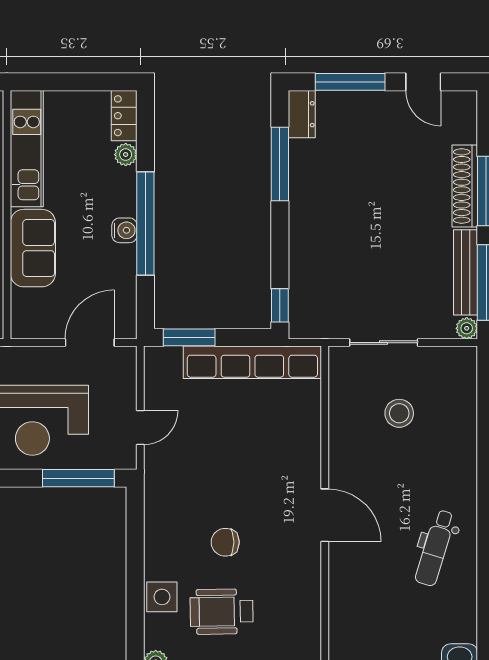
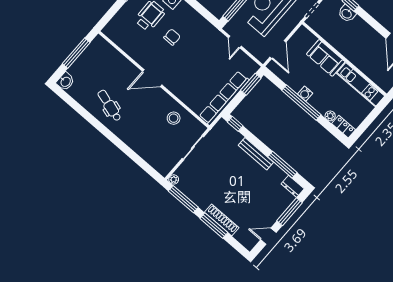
bench: (465, 272) -> (256, 154), moved
stool: (399, 413) -> (174, 118), moved

